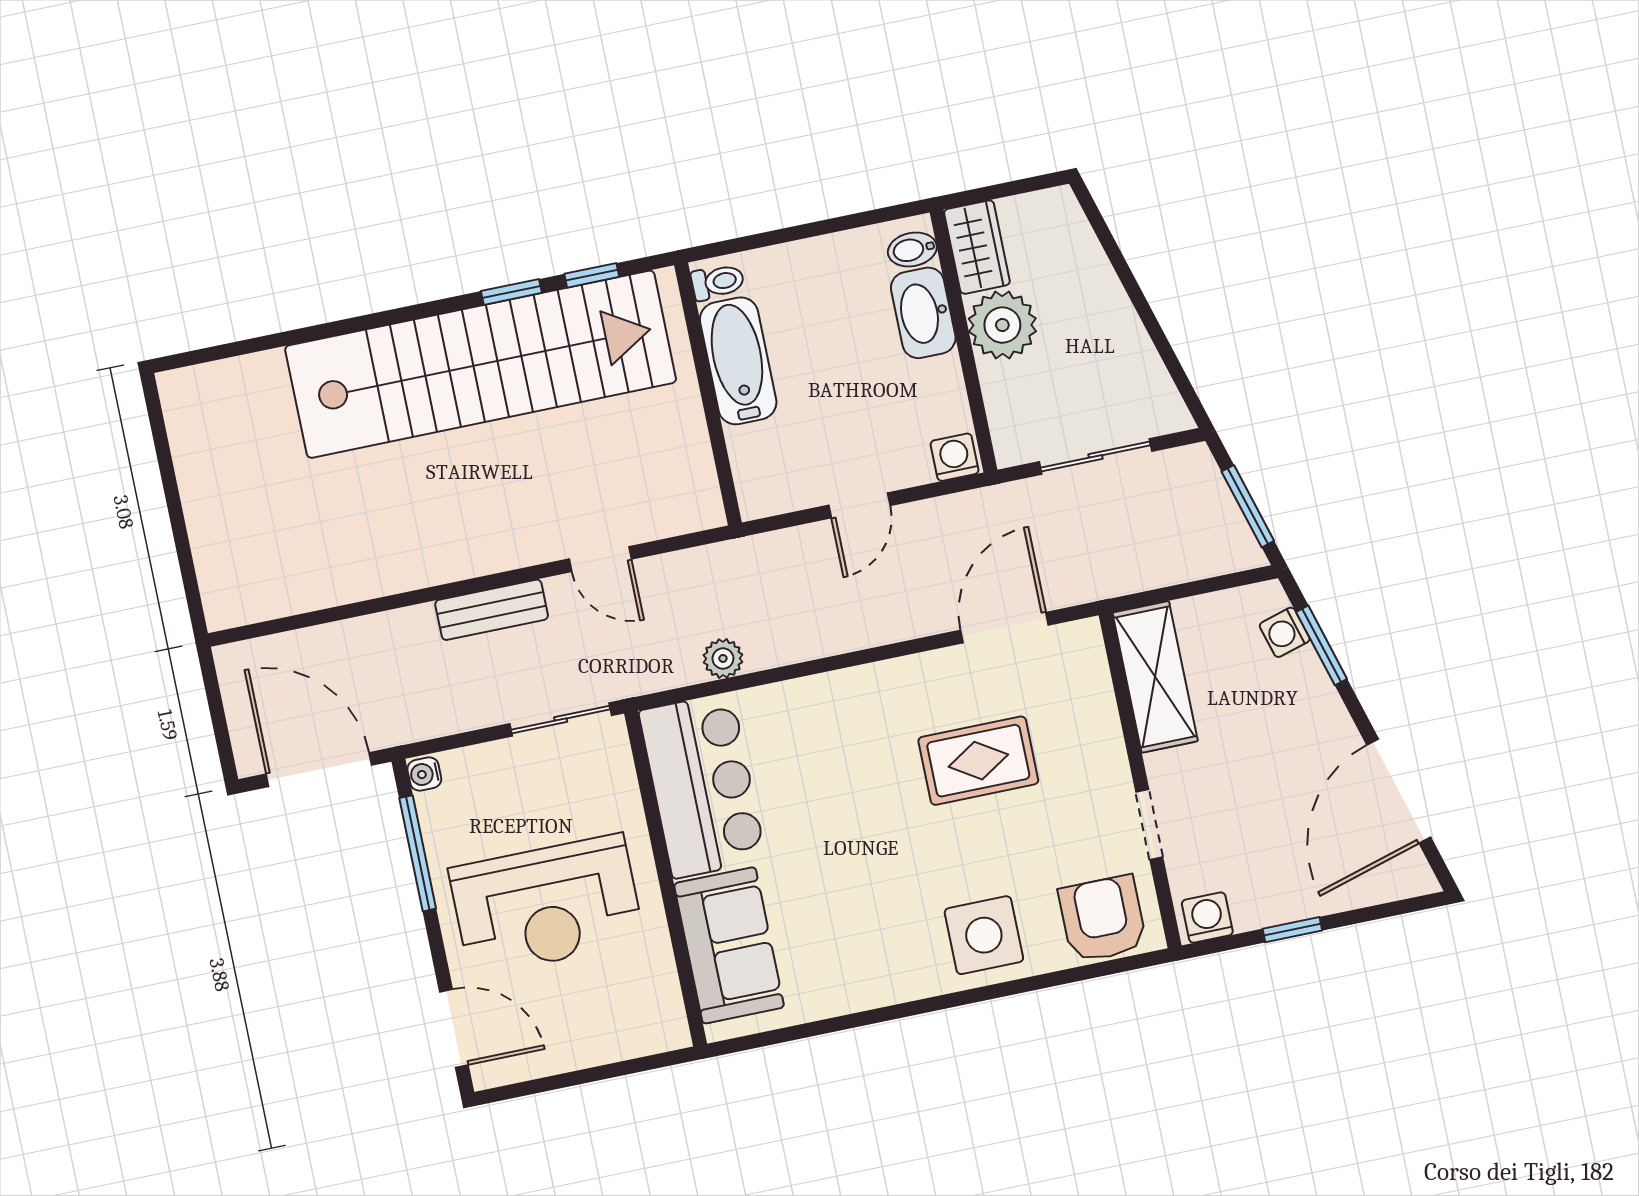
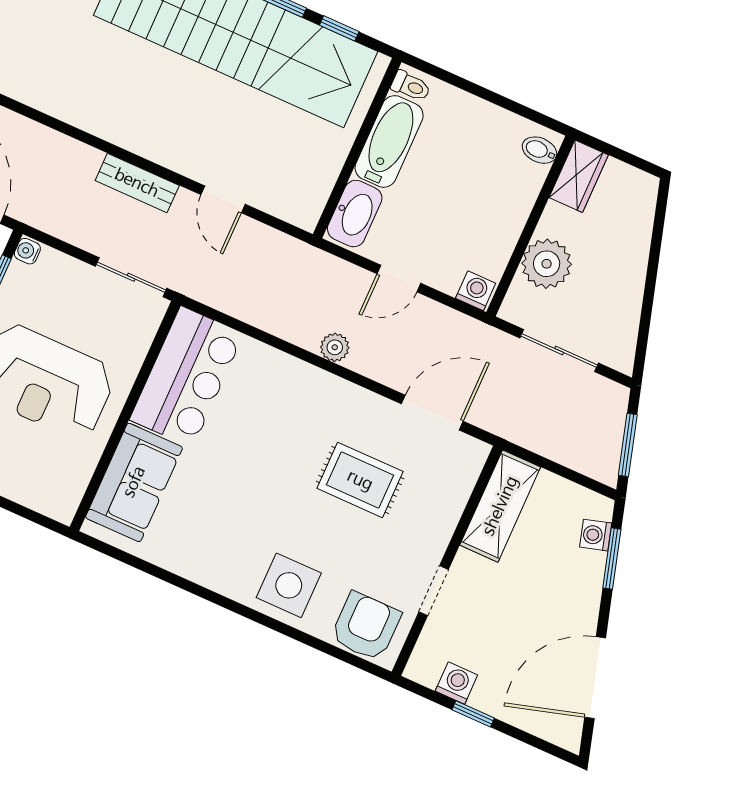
washbasin: (923, 313) -> (355, 214), moved, turned 180
plant: (1002, 325) -> (547, 264), moved
plant: (723, 658) -> (335, 347), moved
washing machine: (1207, 918) -> (456, 683), moved

